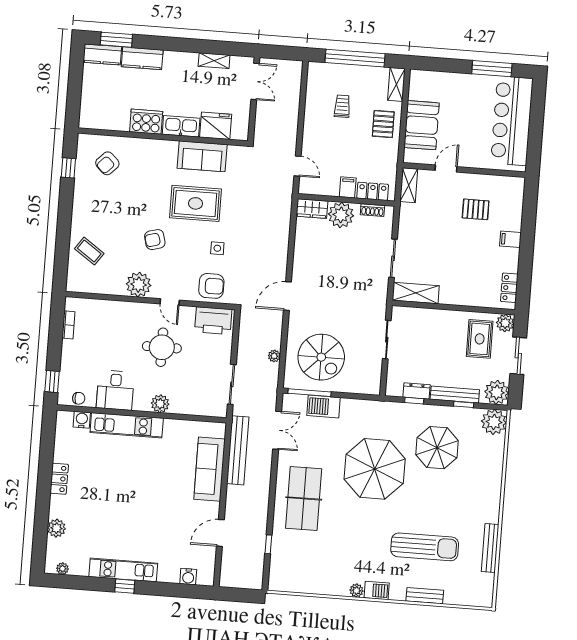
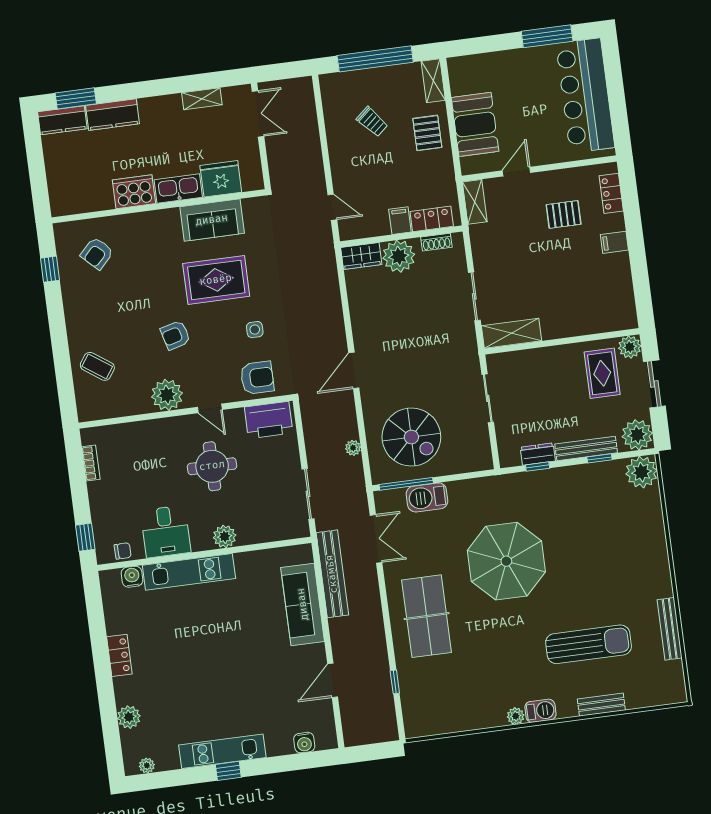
trolley: (342, 106) -> (372, 122), turned 139
locker: (509, 288) -> (611, 193), moved
parasol: (437, 448) -> (578, 519), removed

